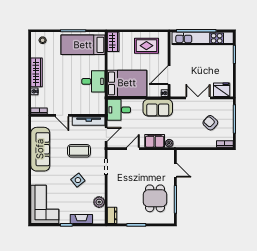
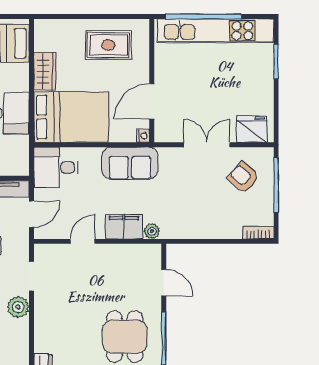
wardrobe: (113, 42) -> (45, 71), moved
armchair: (210, 123) -> (243, 178), moved
plant: (99, 202) -> (18, 307), moved

